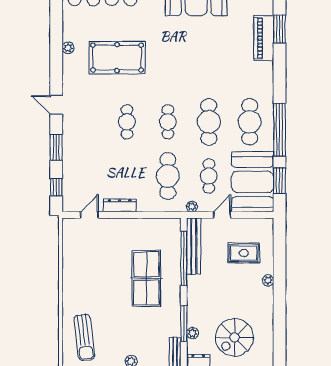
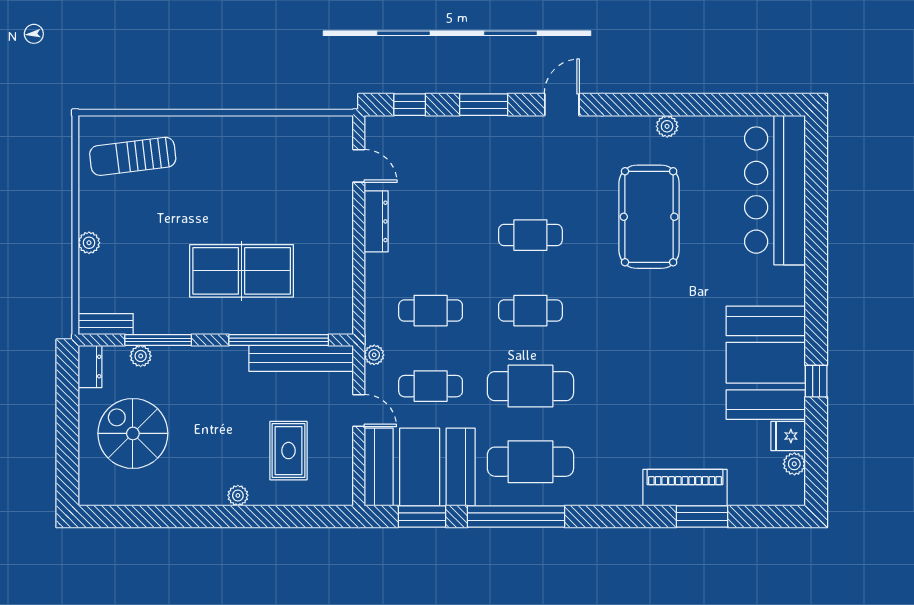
cafe table: (168, 176) -> (431, 311), width x0.73, depth x0.74

